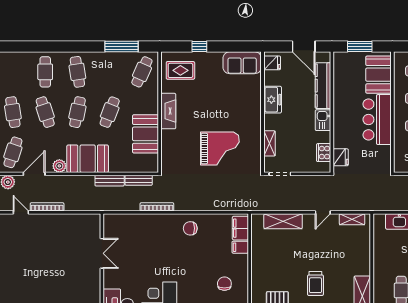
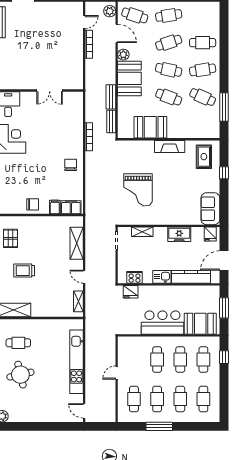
cafe table: (142, 72) -> (203, 97), moved
chair: (224, 284) -> (33, 204), moved

